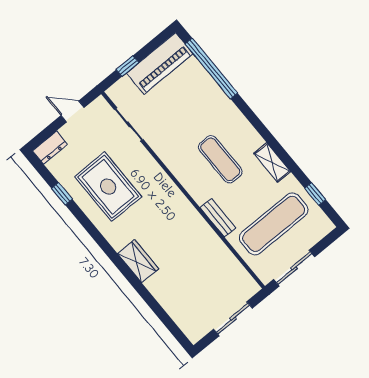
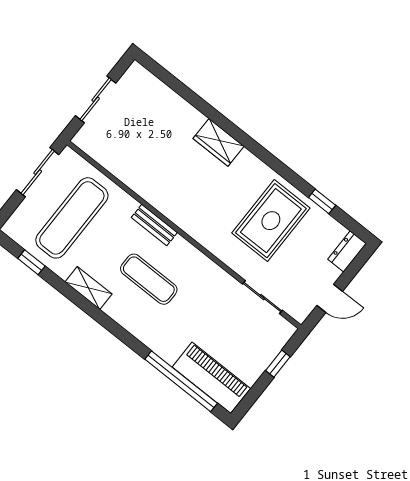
piano: (160, 63) -> (211, 378), moved, turned 90
rug: (108, 187) -> (271, 221), turned 90
bench: (218, 218) -> (154, 225), moved

